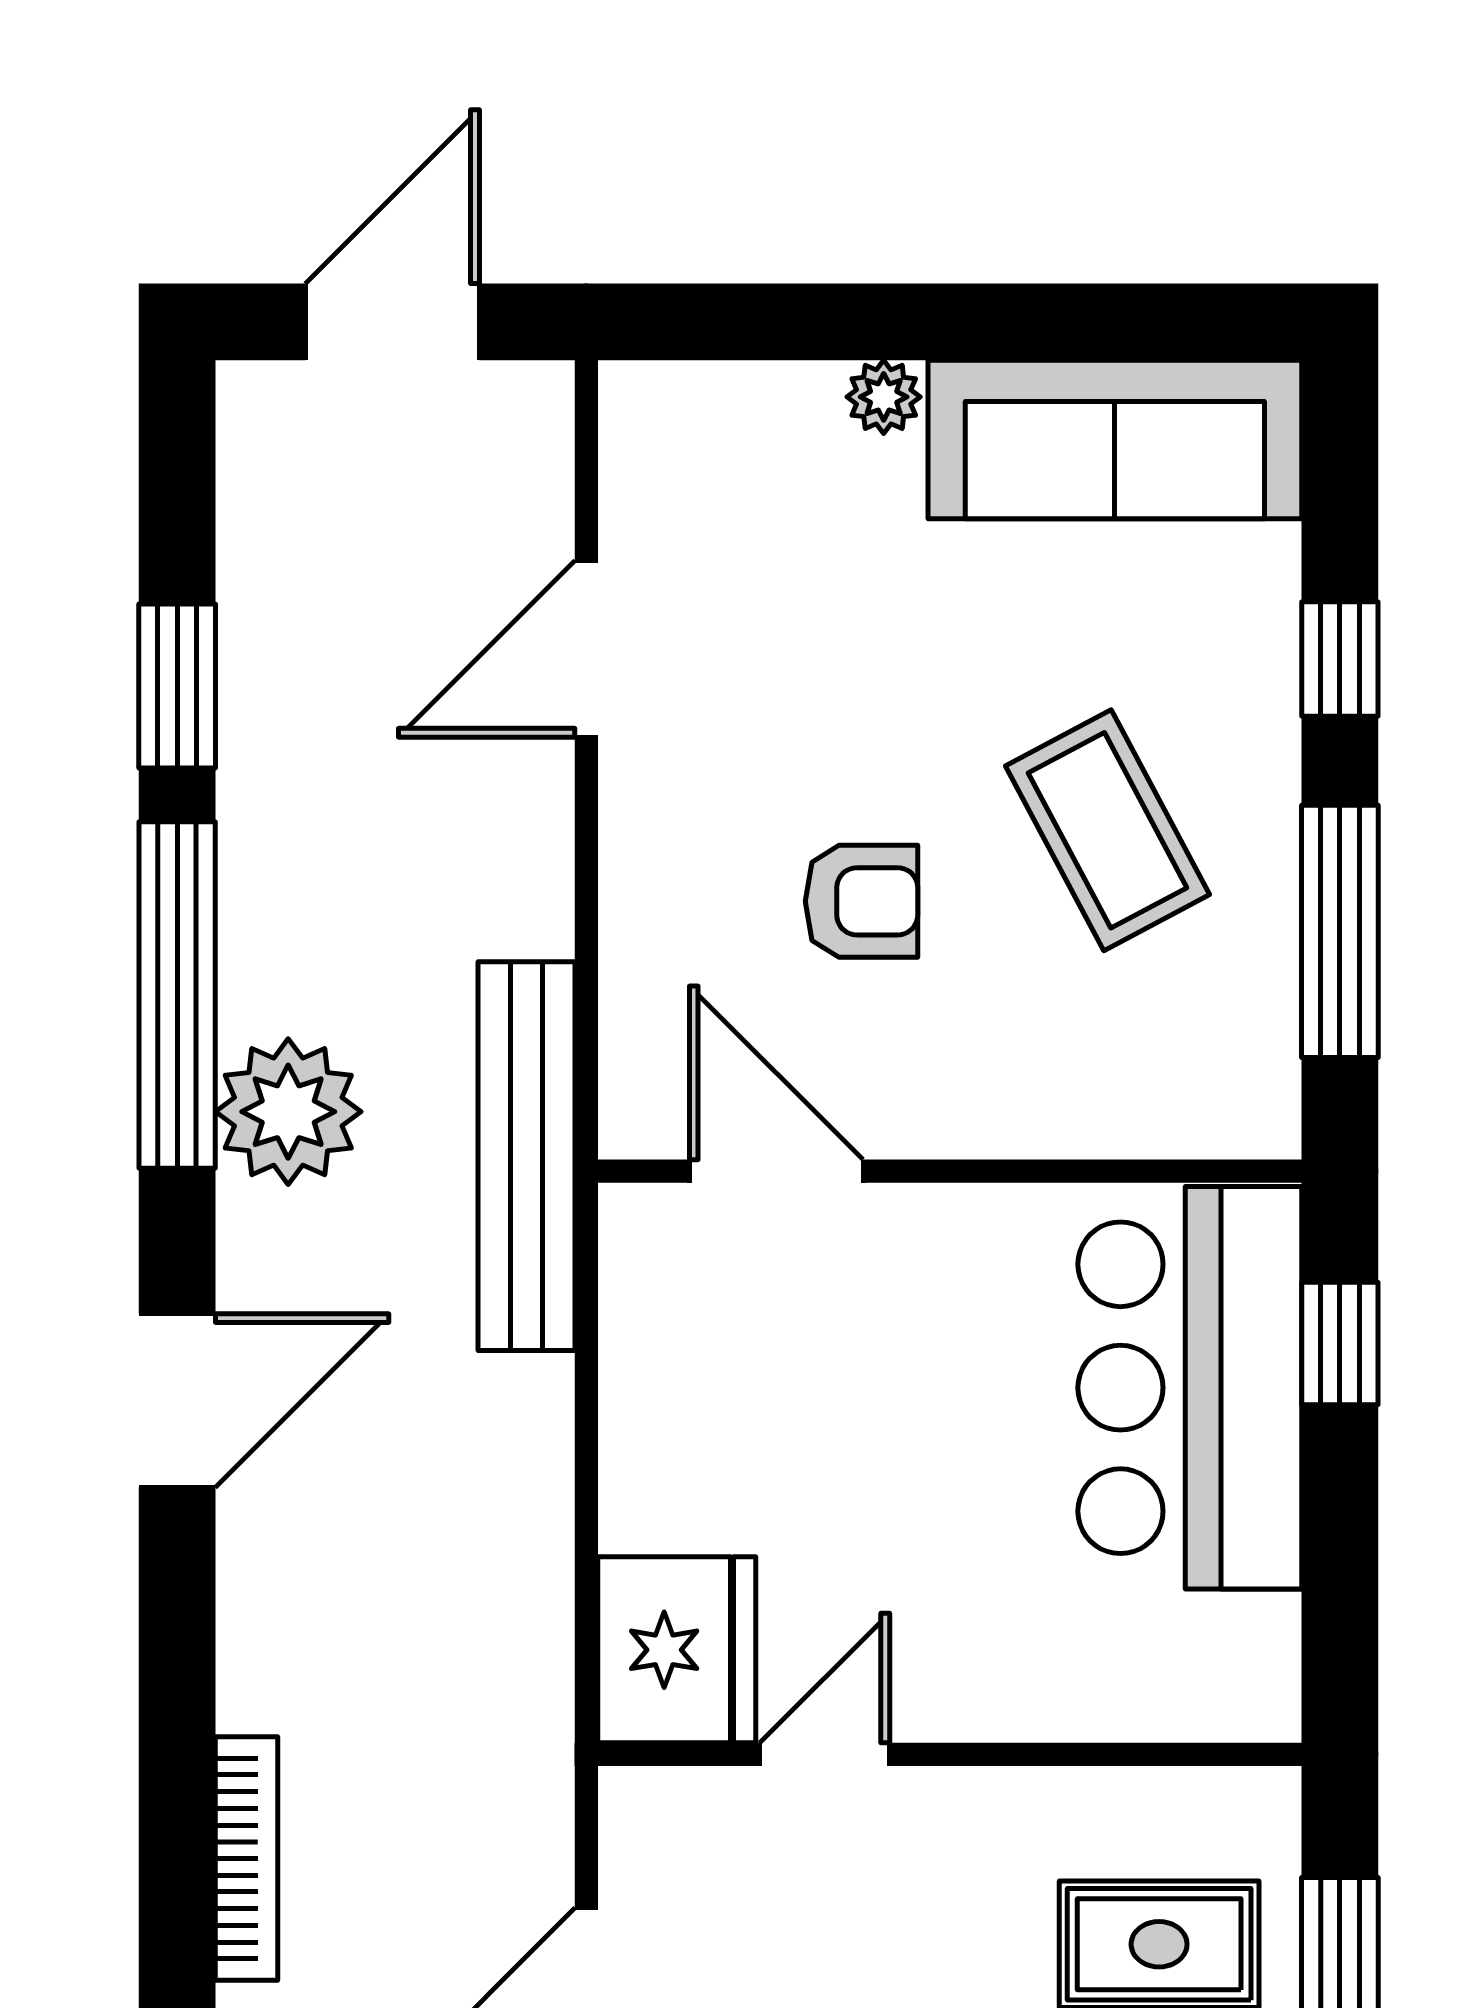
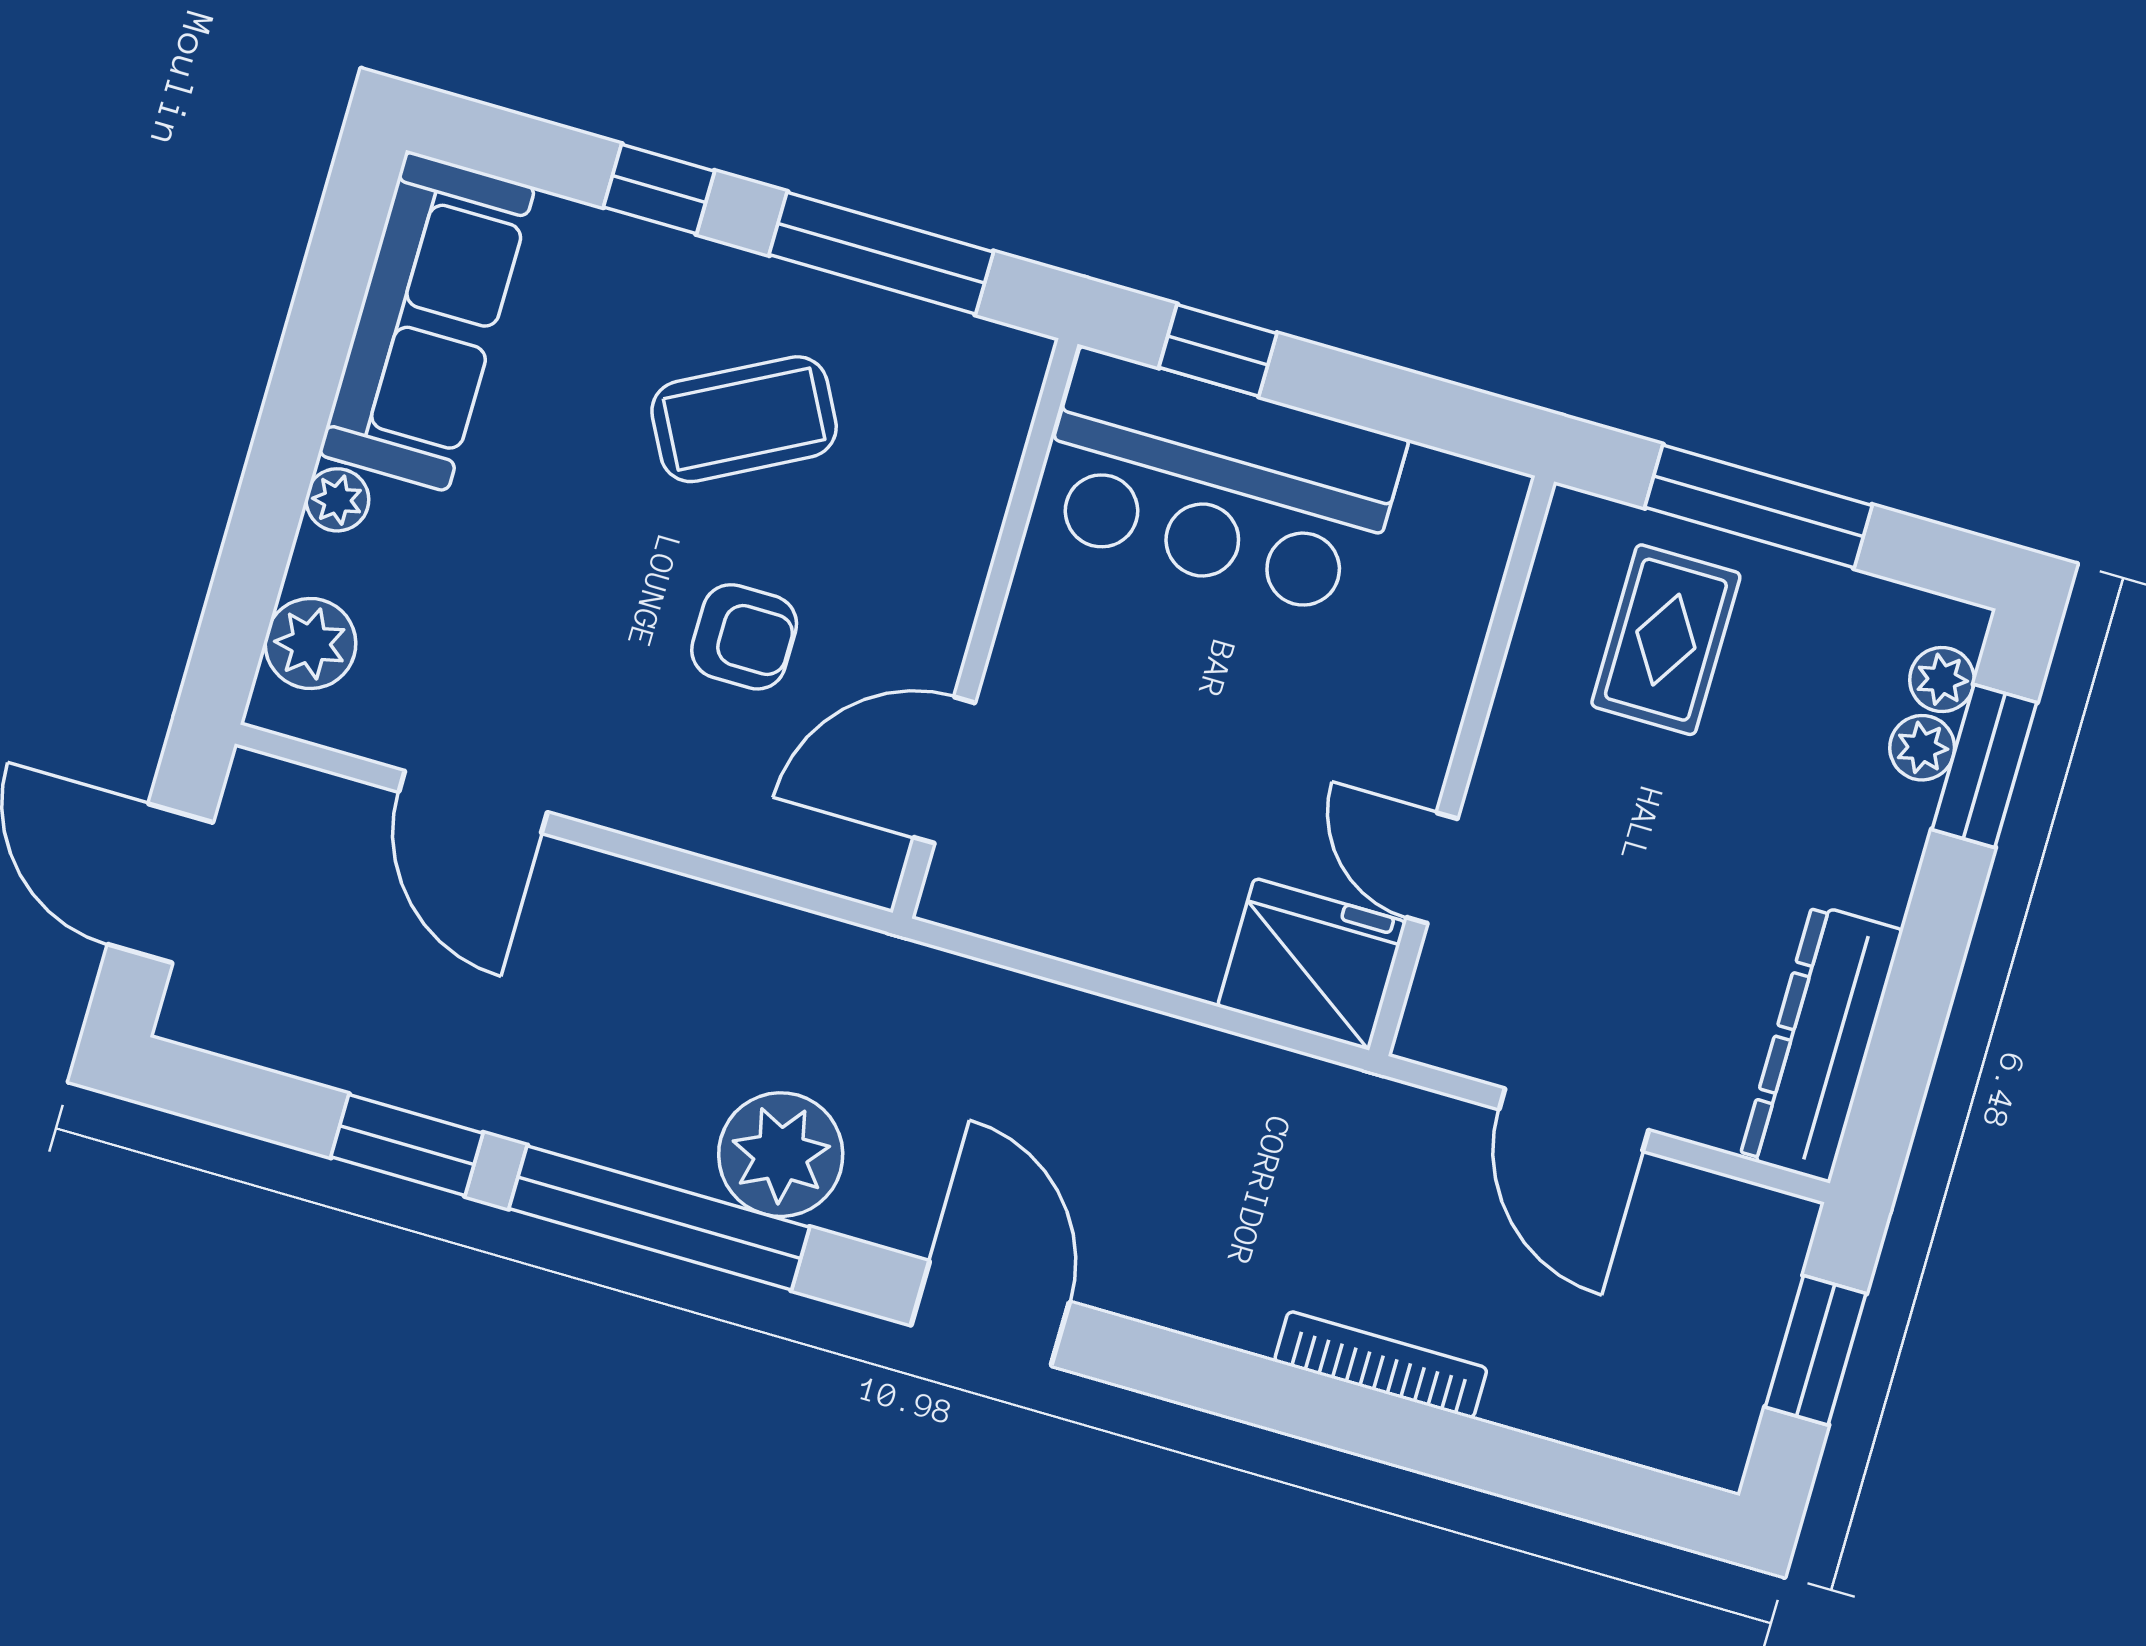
plant: (712, 413) -> (310, 643), added
armchair: (862, 901) -> (744, 637), turned 90
bench: (526, 1156) -> (873, 970), removed

